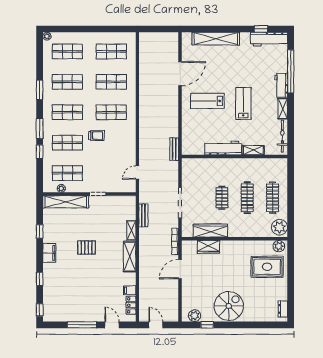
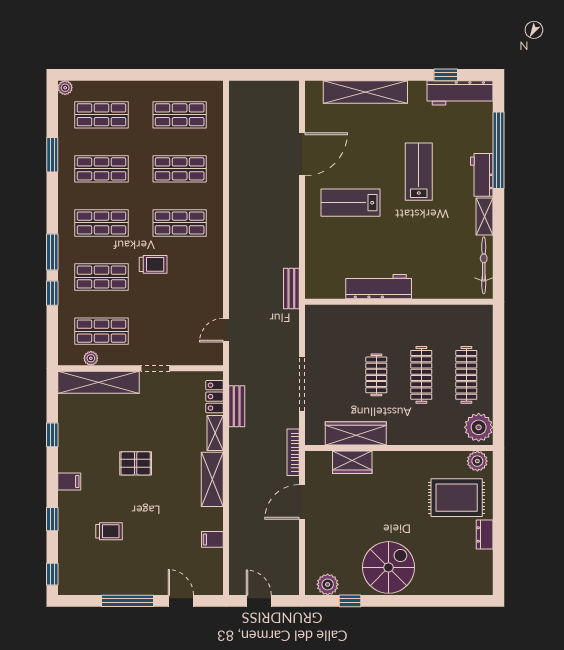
window: (40, 90) -> (52, 155), moved
lab bench: (243, 103) -> (419, 172), moved
shelving: (253, 150) -> (432, 290), removed
filing cabinet: (49, 253) -> (69, 481), width x0.50
trolley: (72, 286) -> (109, 531), added
locker: (131, 305) -> (214, 397), moved
dresser: (283, 309) -> (485, 534), moved

